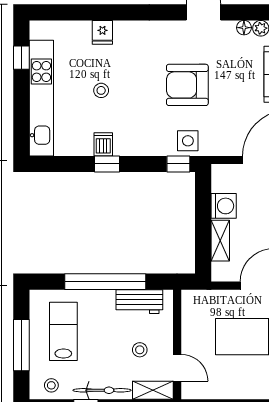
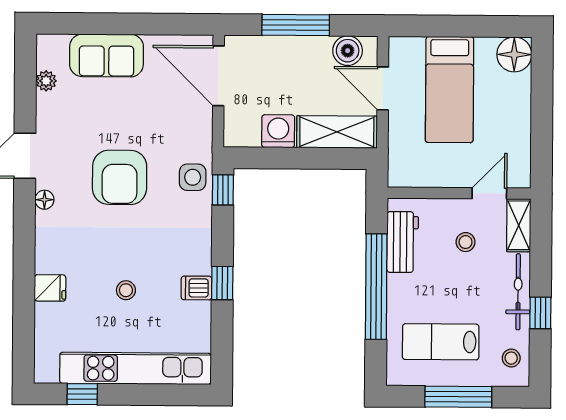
floor lamp: (244, 28) -> (44, 200), moved
shelving: (220, 241) -> (337, 132), width x1.50, depth x1.33

